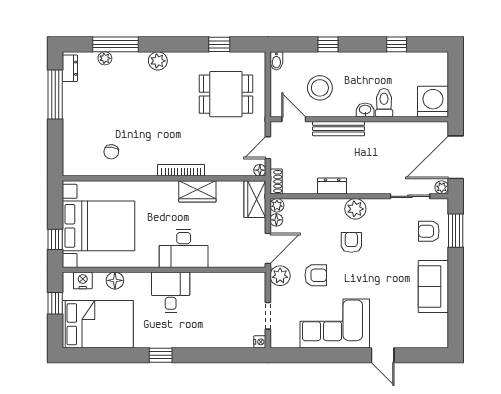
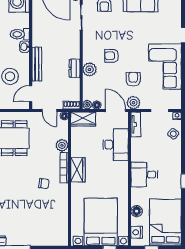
chair: (111, 152) -> (44, 183), moved
plant: (215, 167) -> (62, 145), added
wardrobe: (197, 191) -> (78, 170), moved
plant: (355, 209) -> (90, 69), moved
desk: (184, 248) -> (116, 145), moved
tv unit: (247, 279) -> (136, 124), added
side table: (233, 336) -> (173, 134), added

